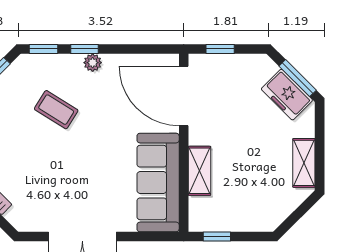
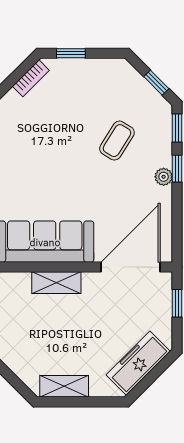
window: (298, 78) -> (148, 380), removed
freezer: (287, 95) -> (138, 363), width x1.40

